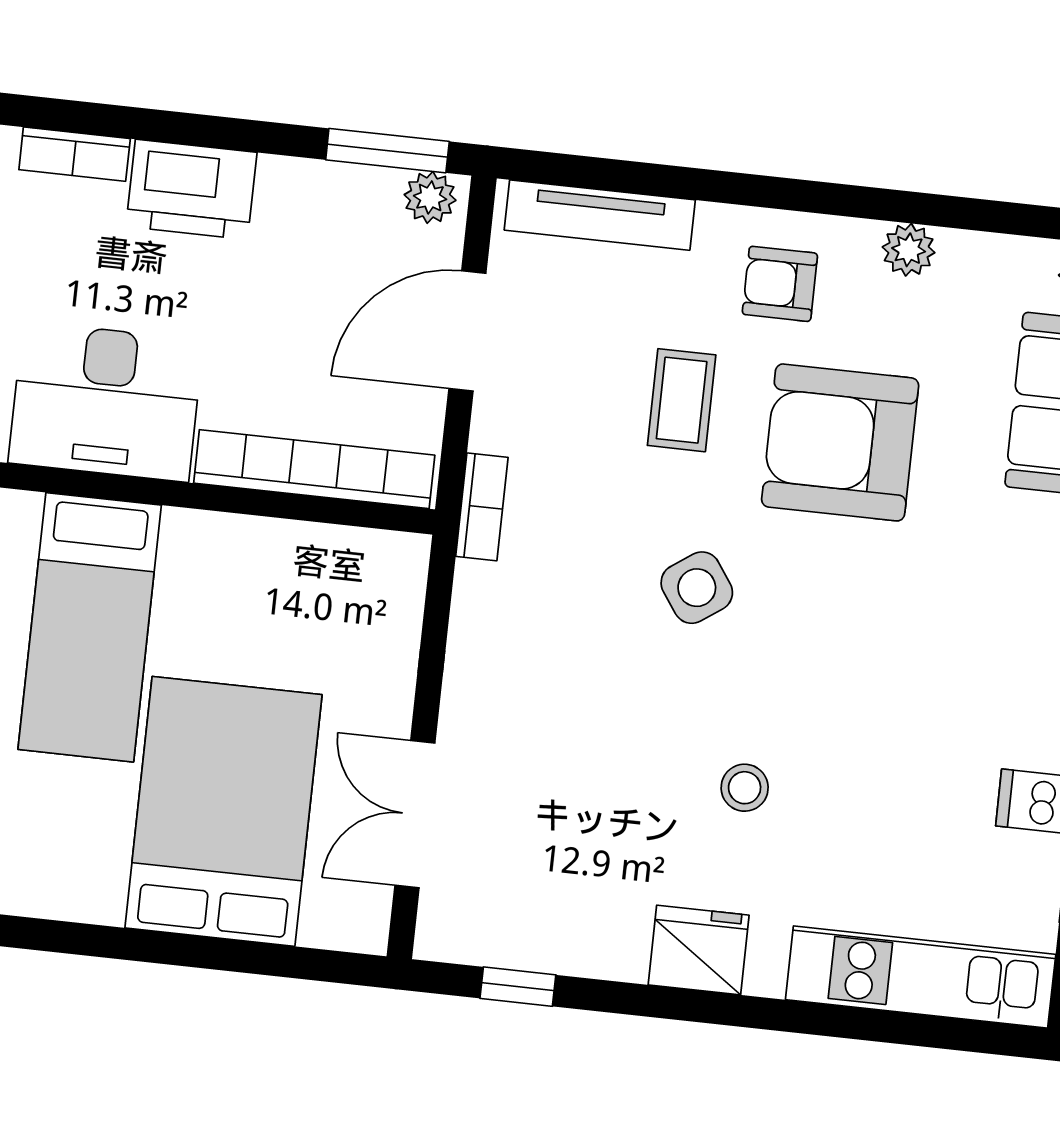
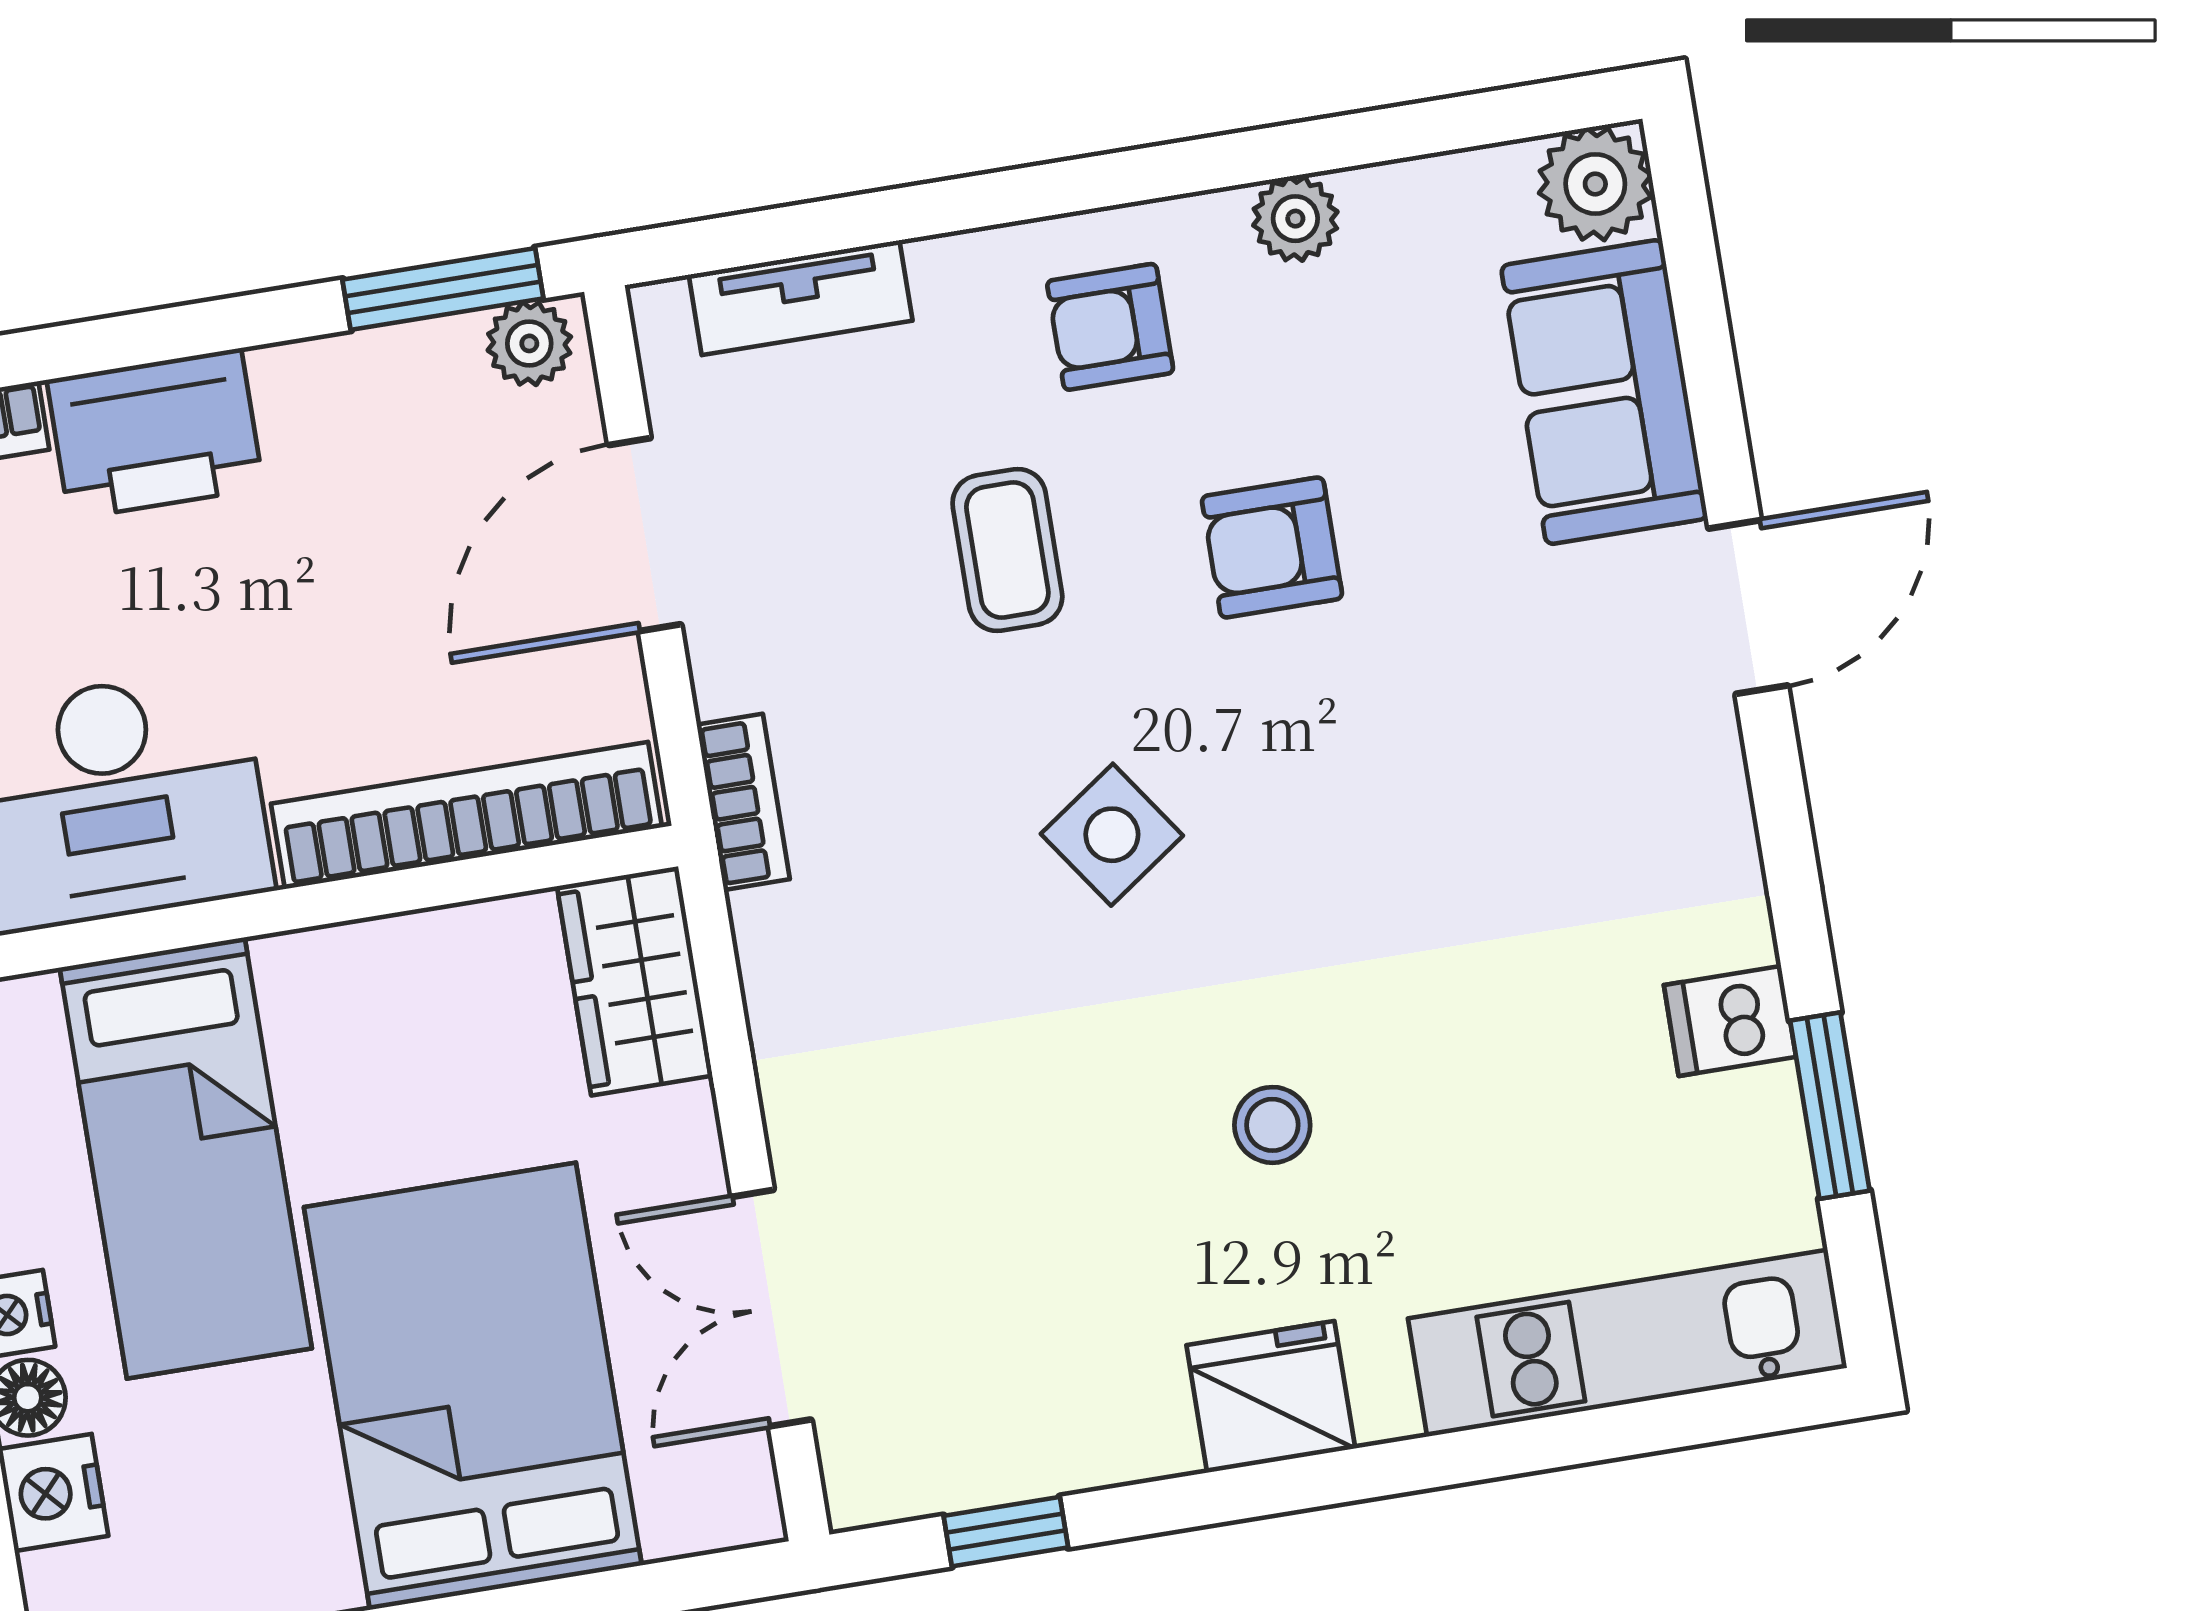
tv unit: (600, 215) -> (801, 298), width x0.71
armchair: (840, 442) -> (1272, 547), width x0.53, depth x0.53
wardrobe: (387, 596) -> (635, 981), added

